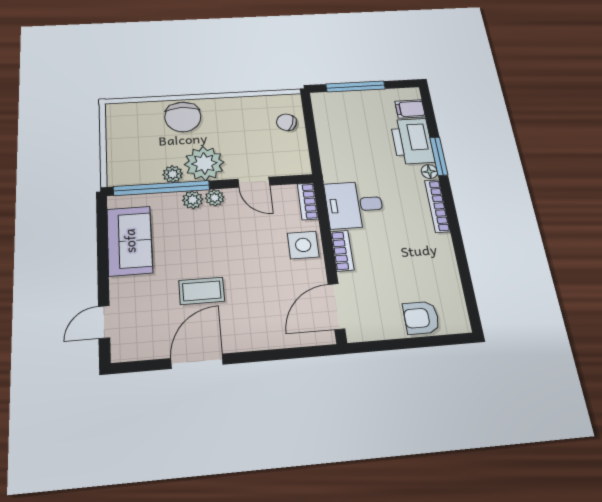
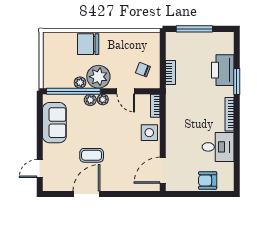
filing cabinet: (410, 109) -> (225, 47), removed
chair: (183, 117) -> (88, 44), turned 90
chair: (286, 122) -> (143, 70), moved
floor lamp: (429, 172) -> (229, 91), removed
desk: (354, 205) -> (218, 147), moved, turned 180
bookcase: (342, 251) -> (171, 72), moved

